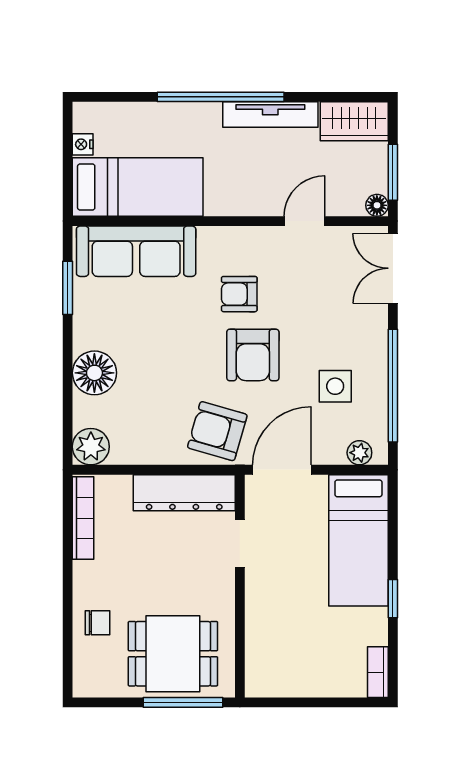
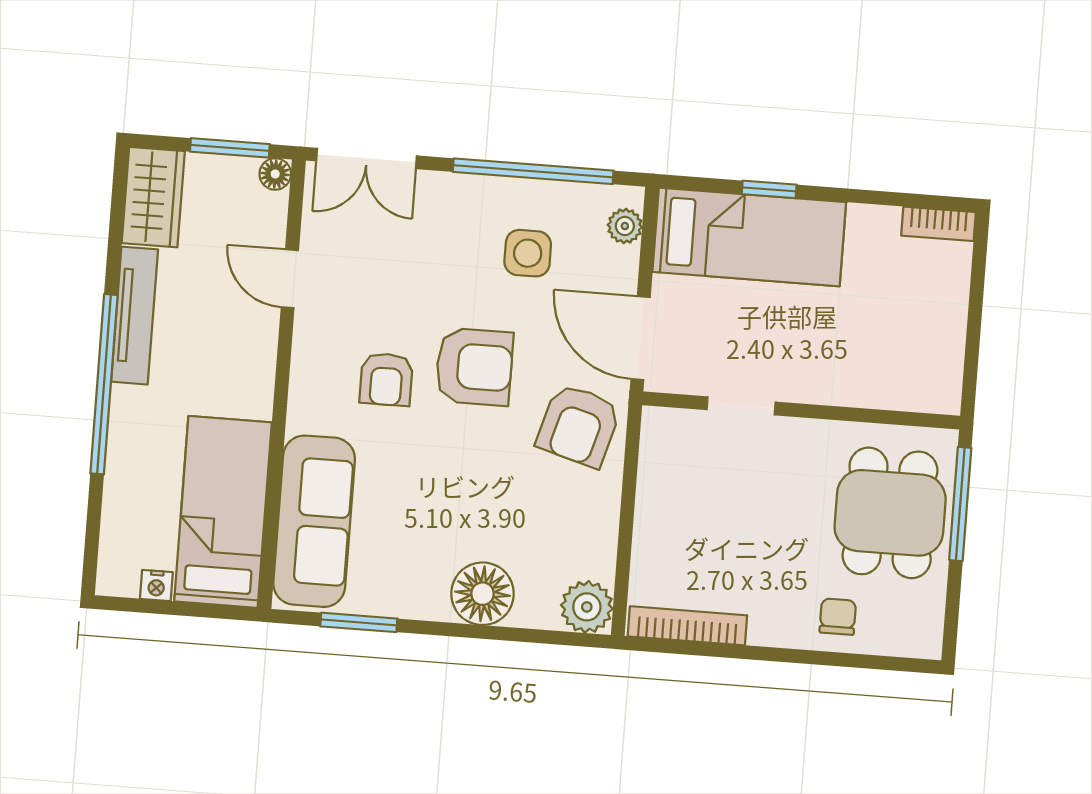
dresser: (184, 493) -> (662, 479), removed
window: (393, 599) -> (769, 189), moved

